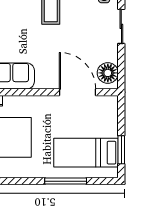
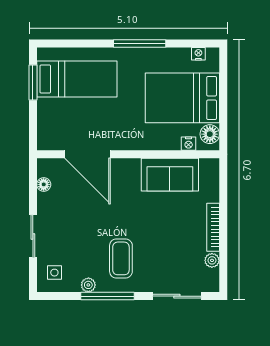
floor lamp: (108, 73) -> (44, 184), width x0.53, depth x0.53
window: (66, 181) -> (140, 44), moved

